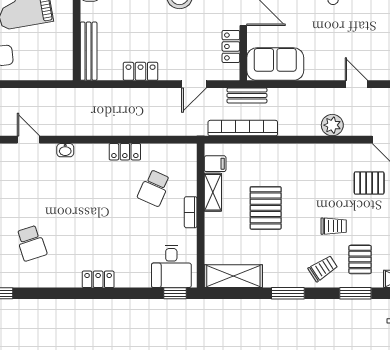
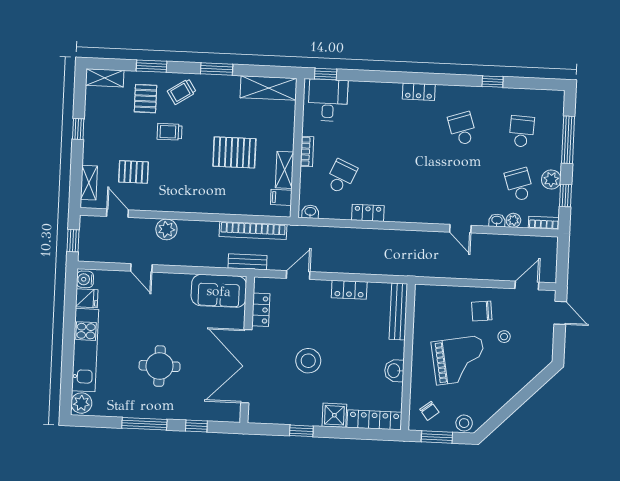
washbasin: (65, 150) -> (310, 212), moved
pallet: (266, 208) -> (234, 152), turned 90
locker: (98, 279) -> (419, 92), moved

